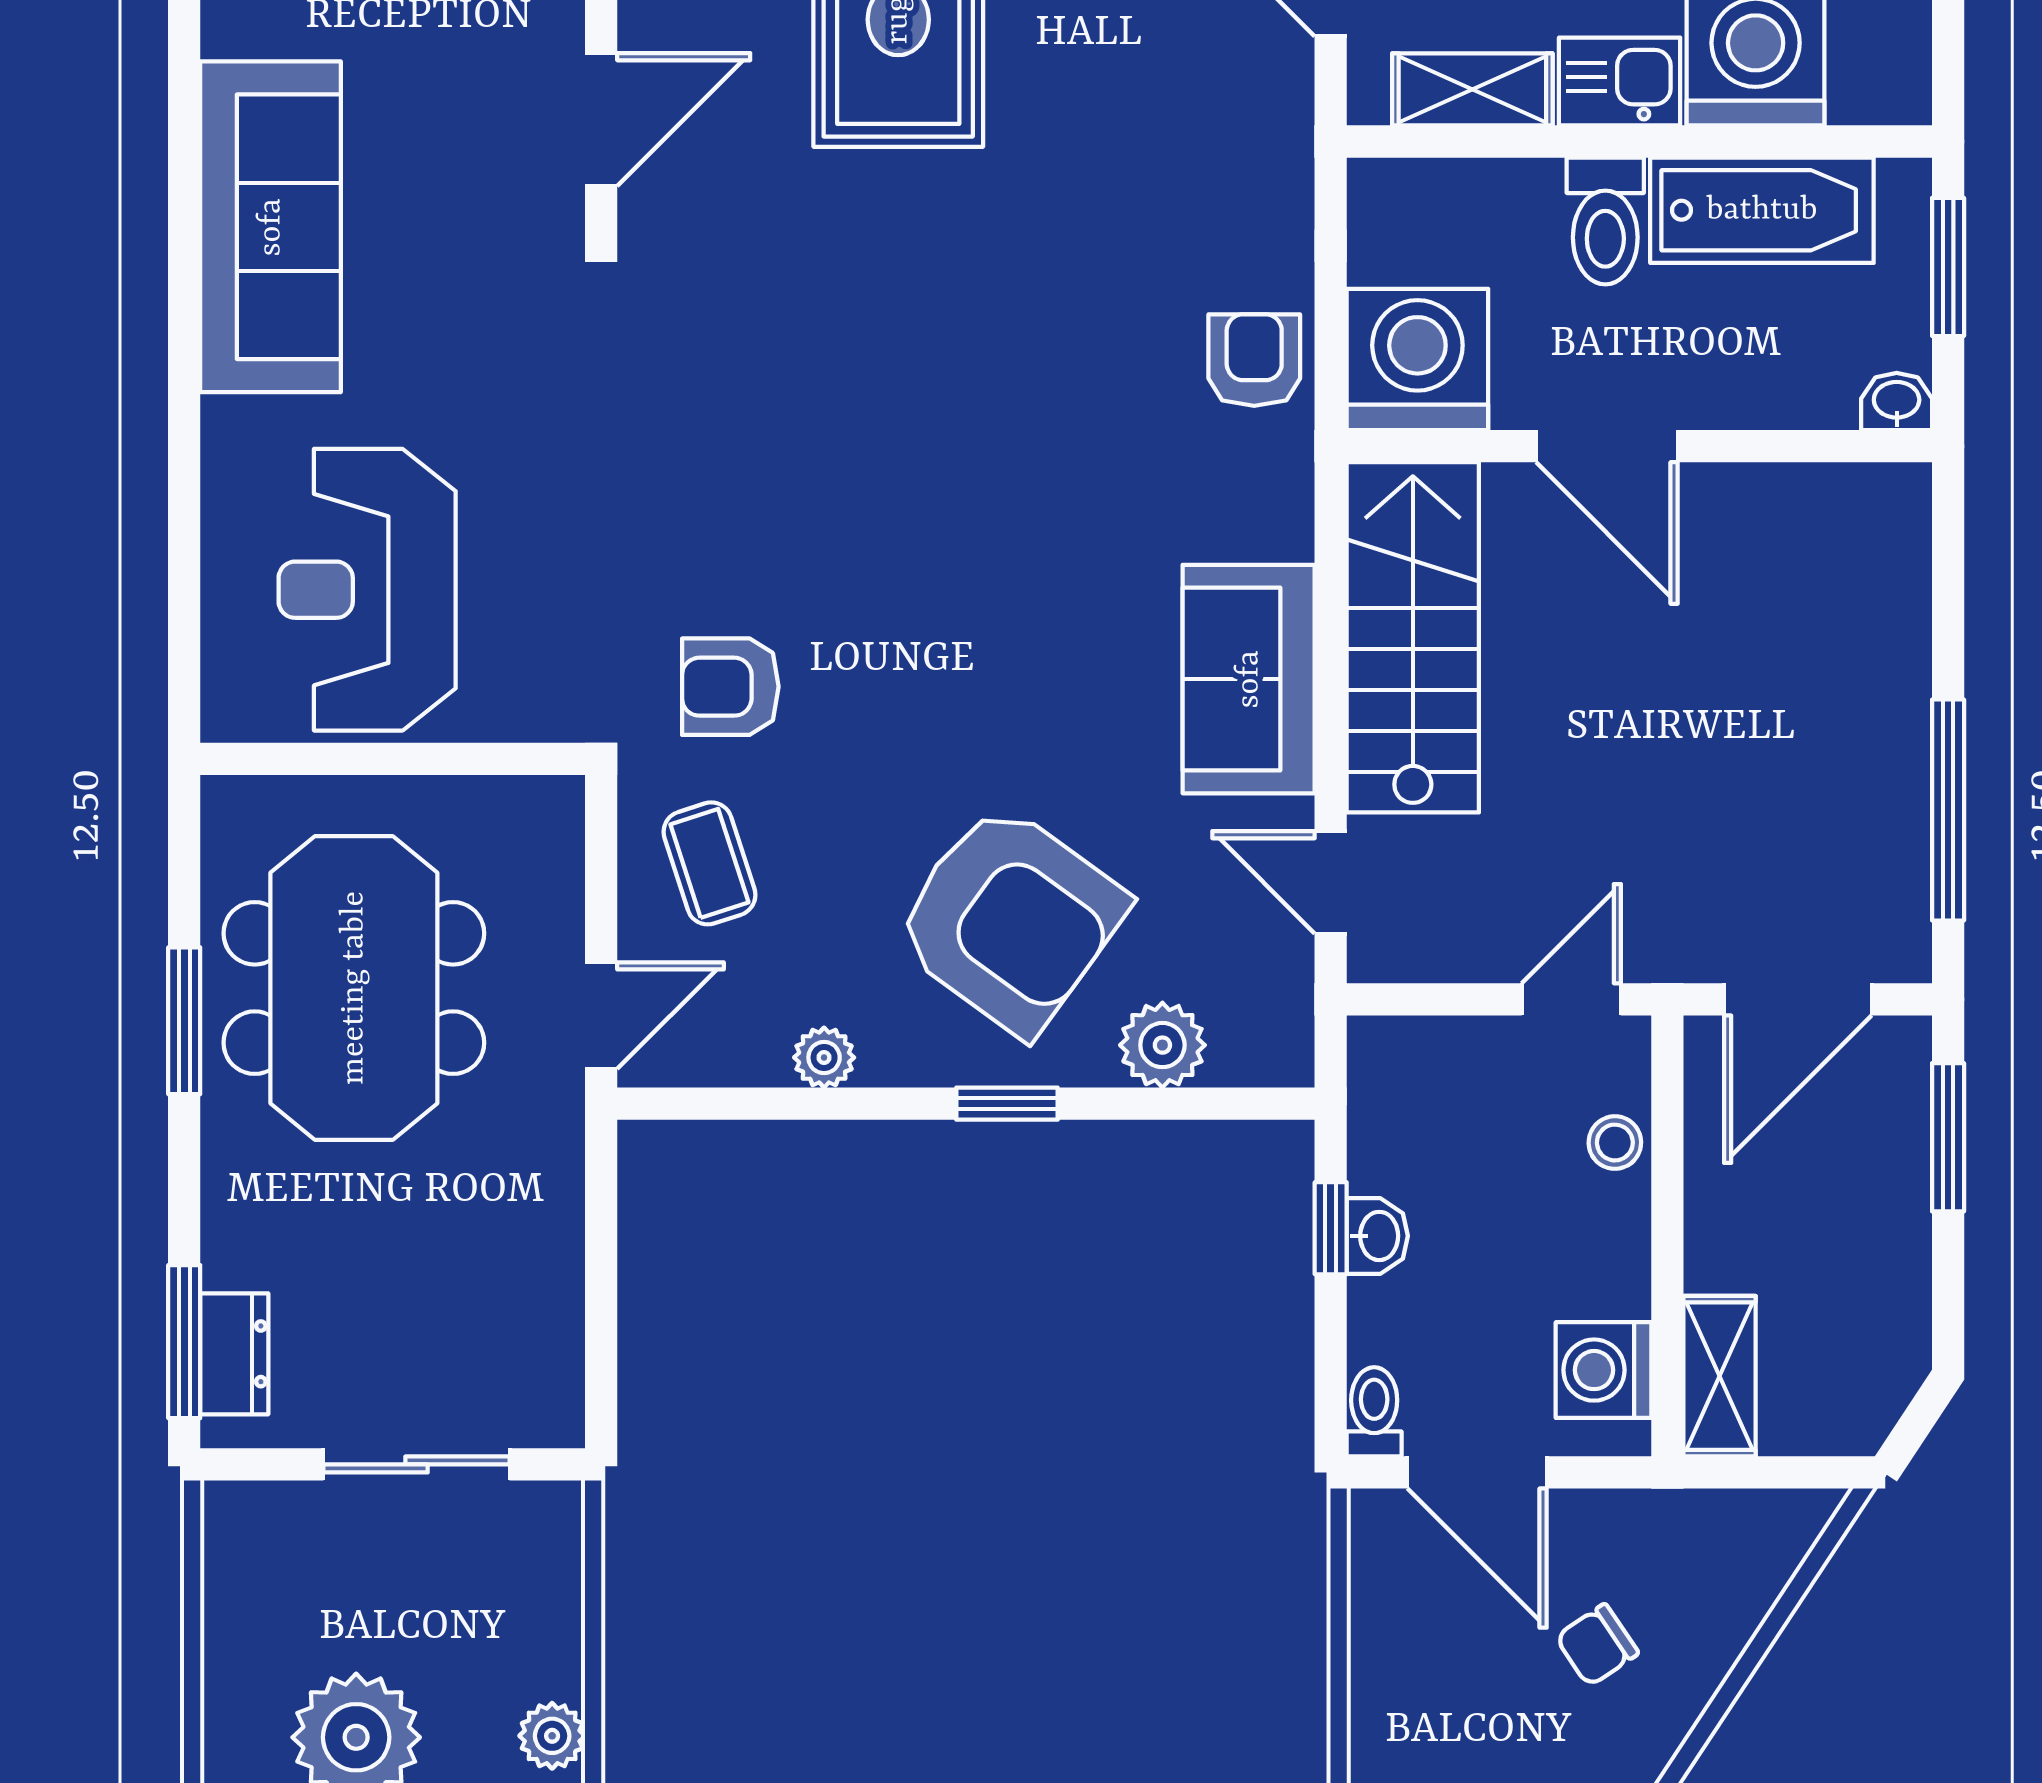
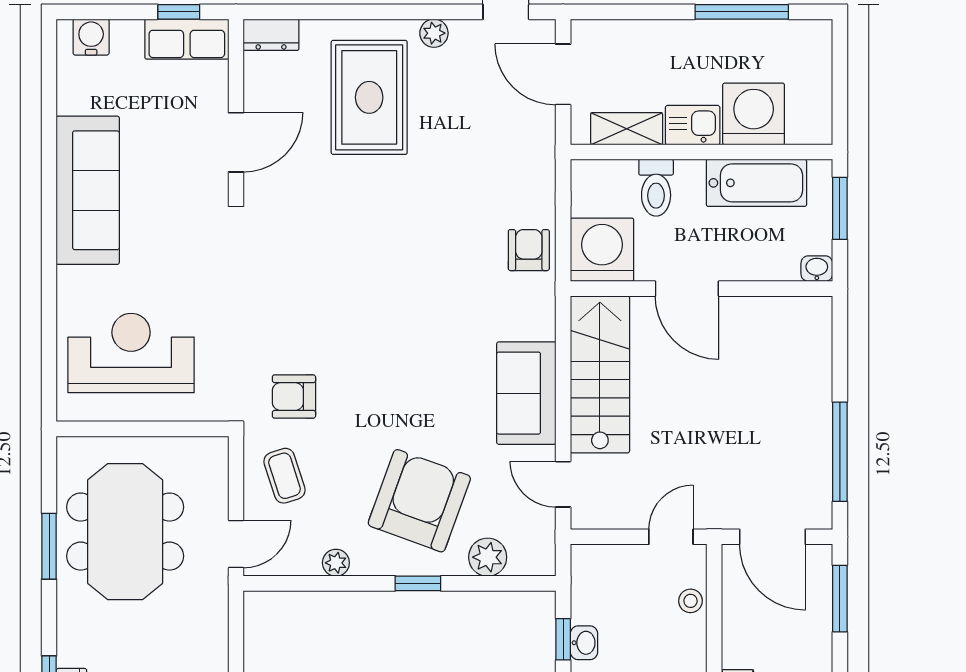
toilet: (1605, 221) -> (656, 188), moved
reception desk: (367, 590) -> (131, 353), turned 90
armchair: (1010, 919) -> (419, 501), turned -106
door: (1798, 999) -> (773, 537), hinge flipped

